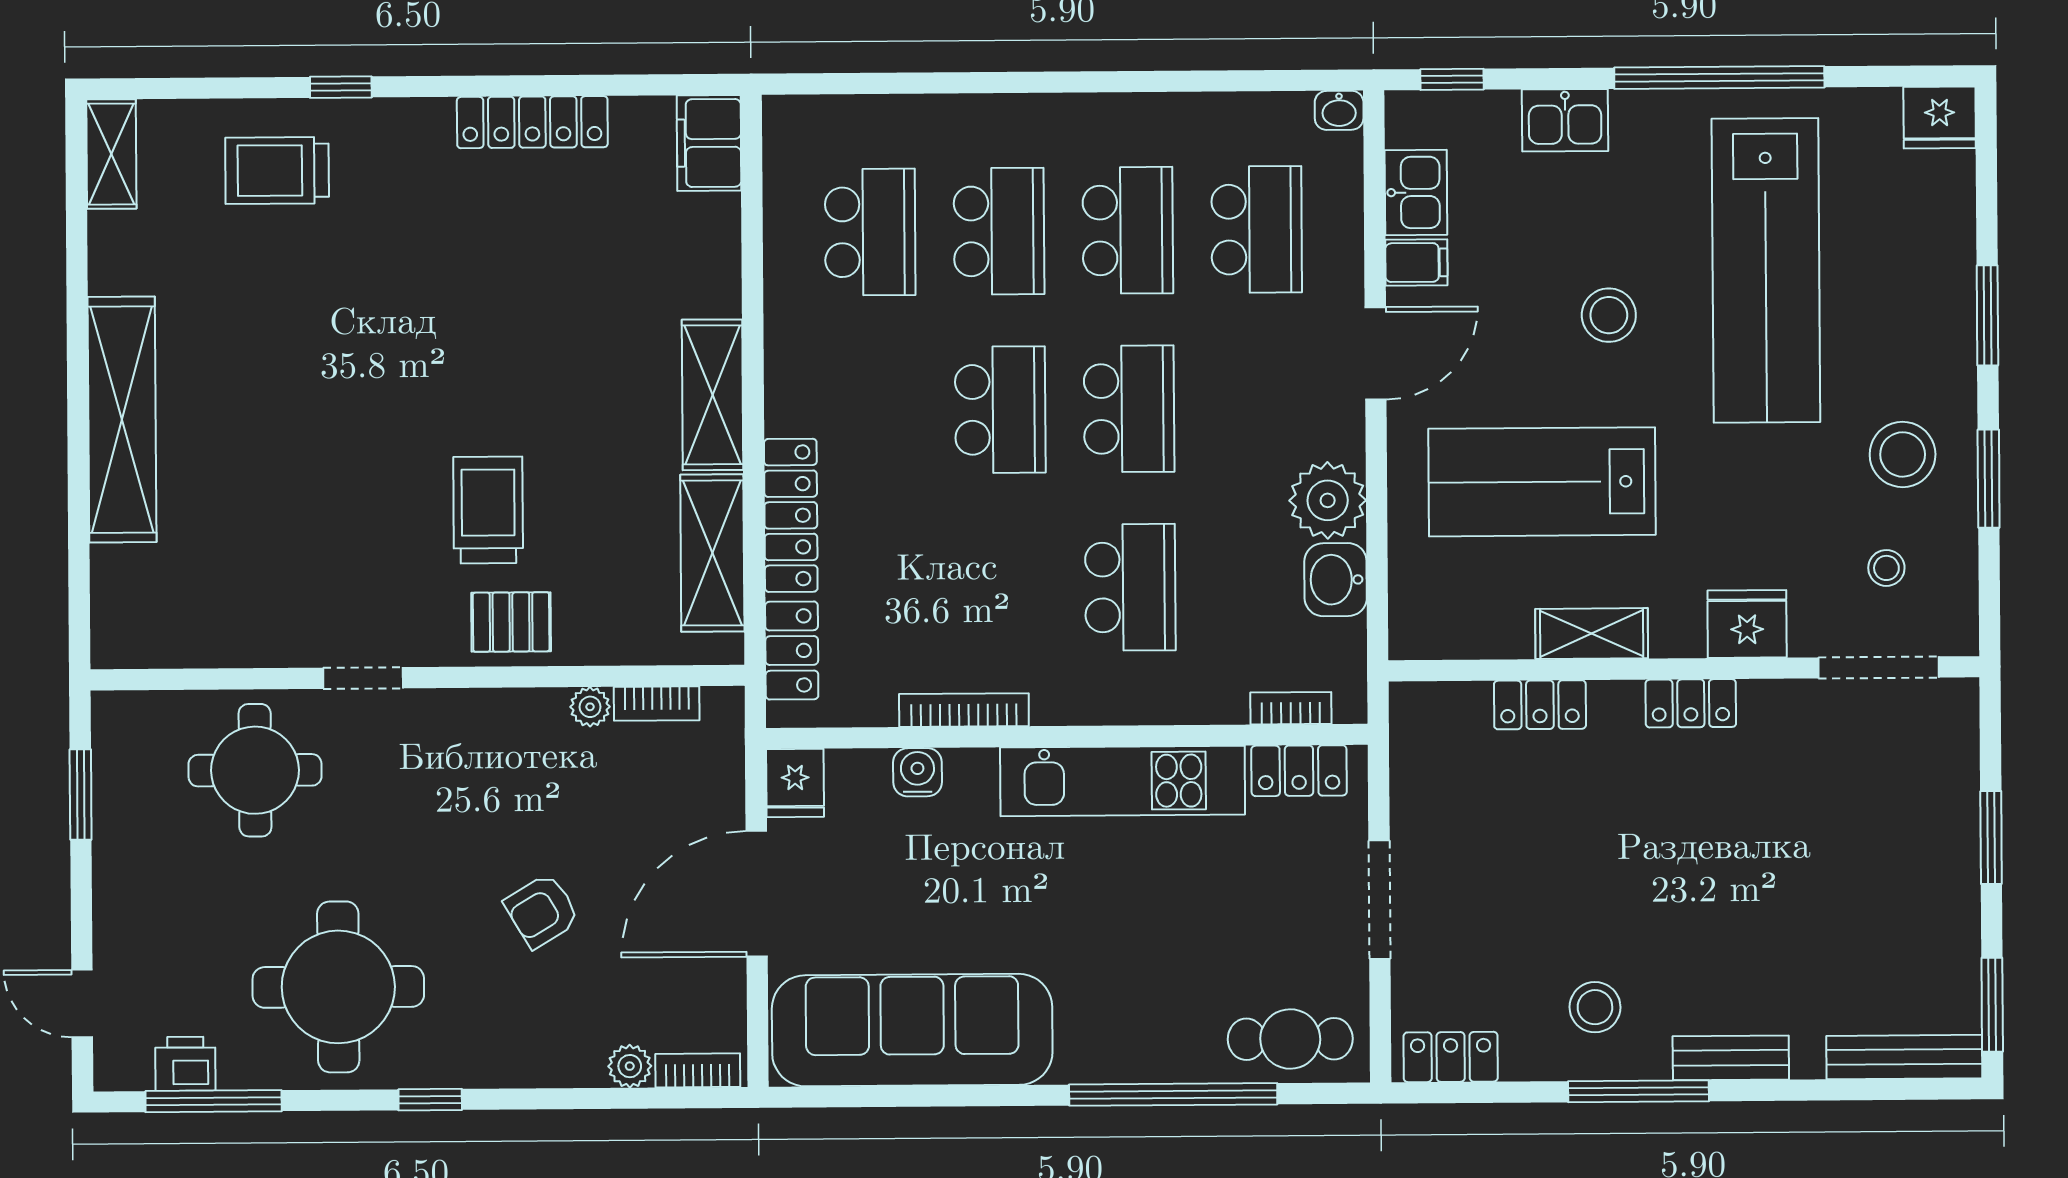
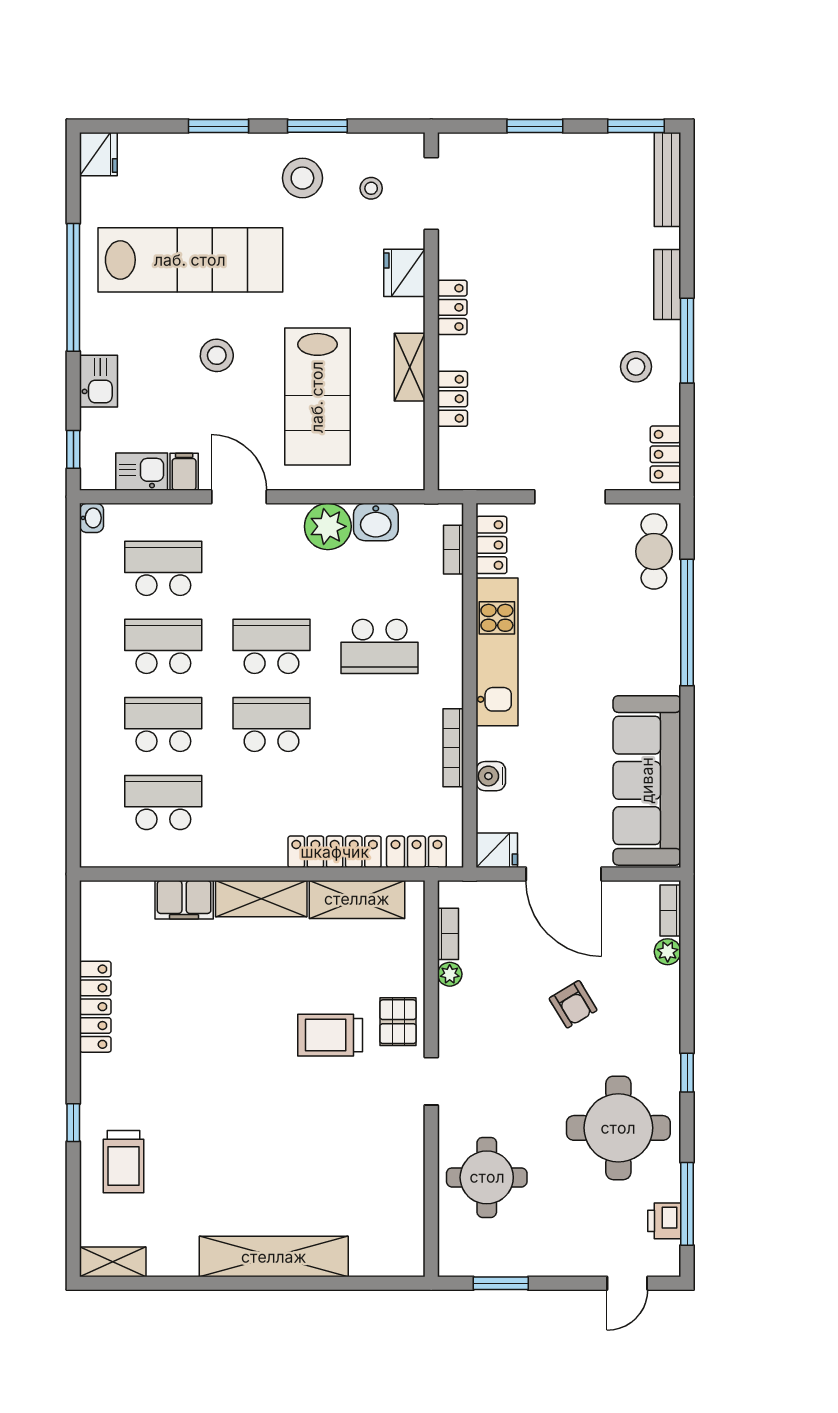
filing cabinet: (709, 143) -> (184, 900), moved
school desk: (1130, 587) -> (380, 646), turned 180
doorway: (363, 678) -> (431, 1081), moved

